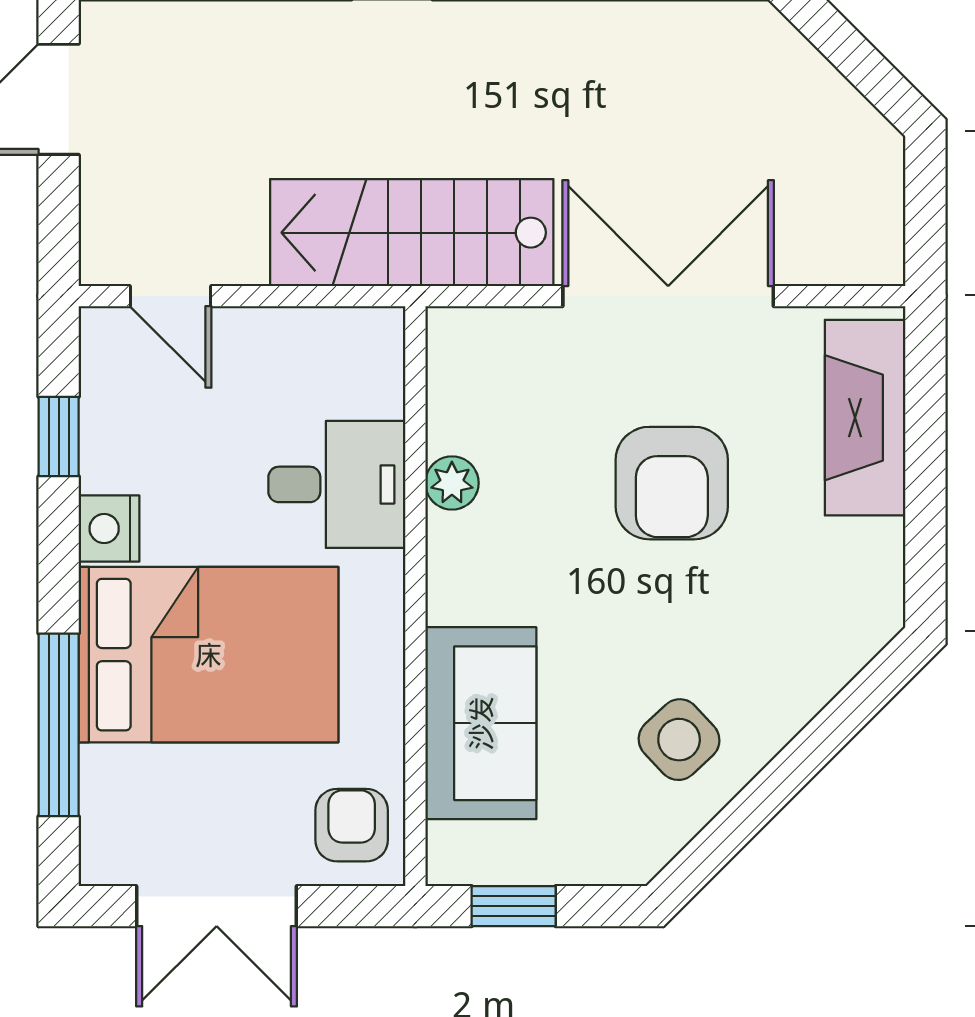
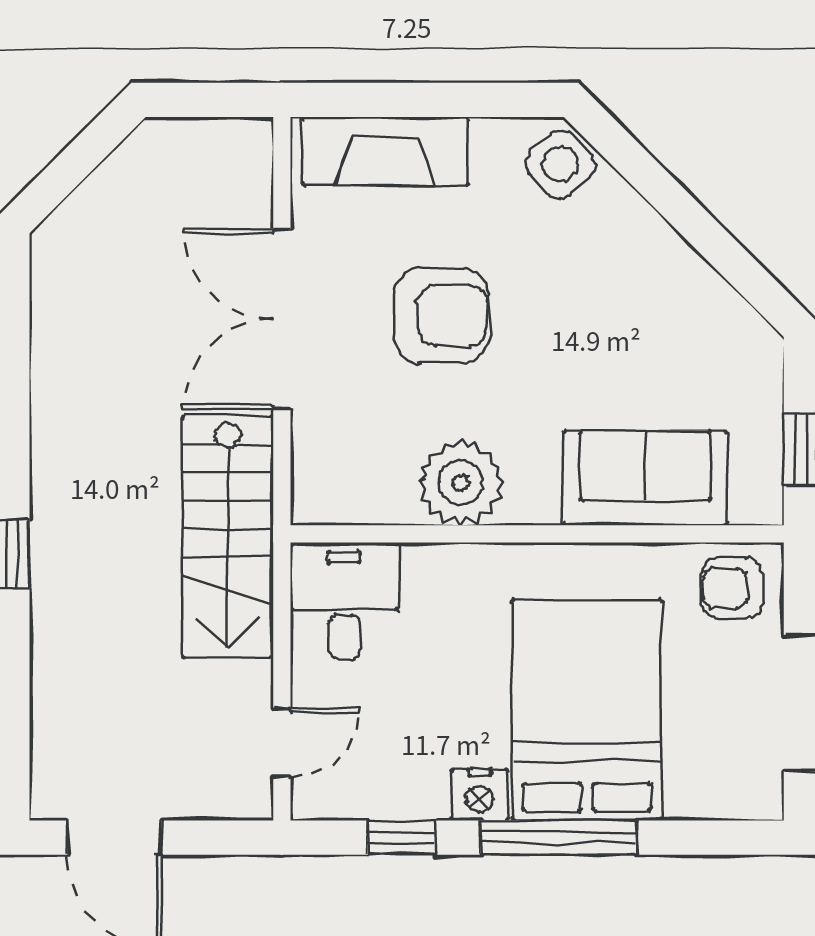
plant: (452, 483) -> (461, 483), width x1.88, depth x1.88
desk: (337, 484) -> (344, 601), moved
window: (59, 725) -> (558, 838), moved
side table: (679, 740) -> (561, 164), moved

